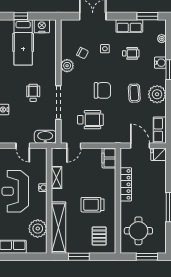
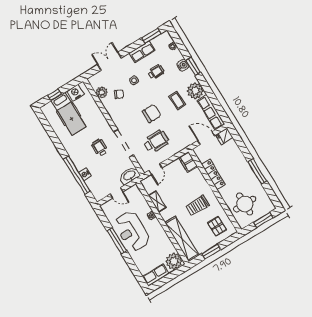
plant: (67, 66) -> (102, 92), moved
row of seats: (160, 130) -> (211, 112), width x1.48
plant: (38, 229) -> (174, 261), moved

